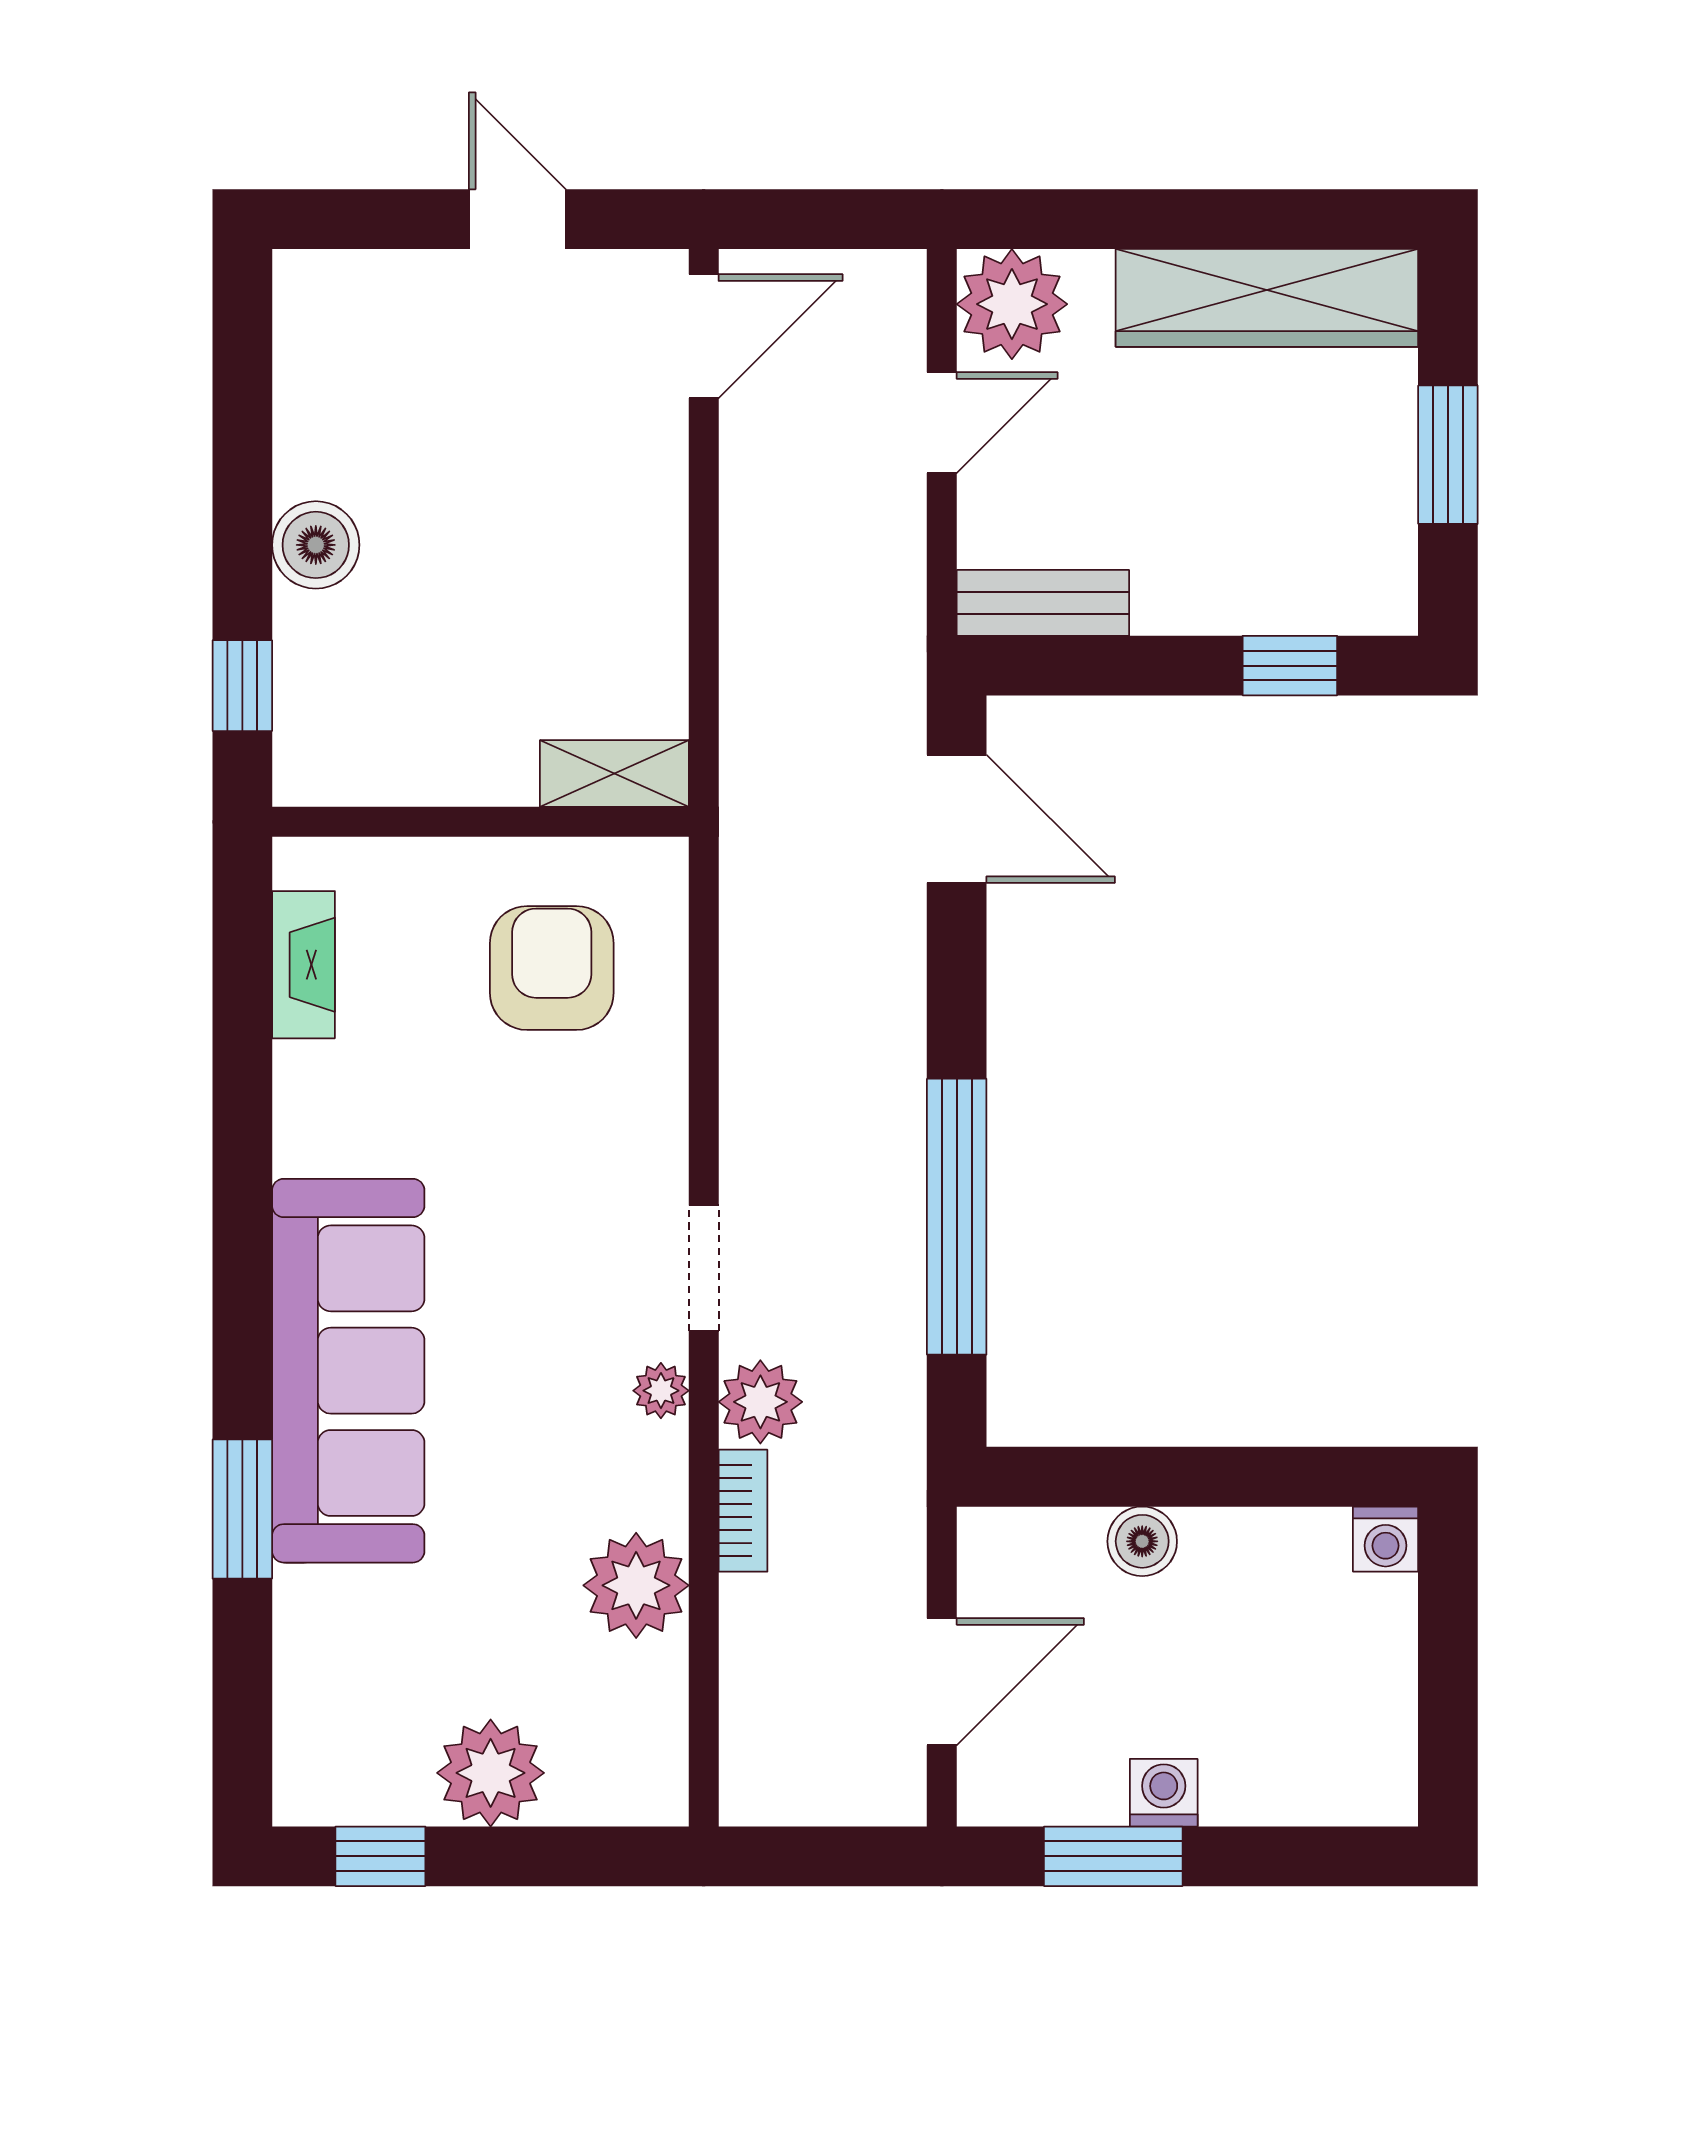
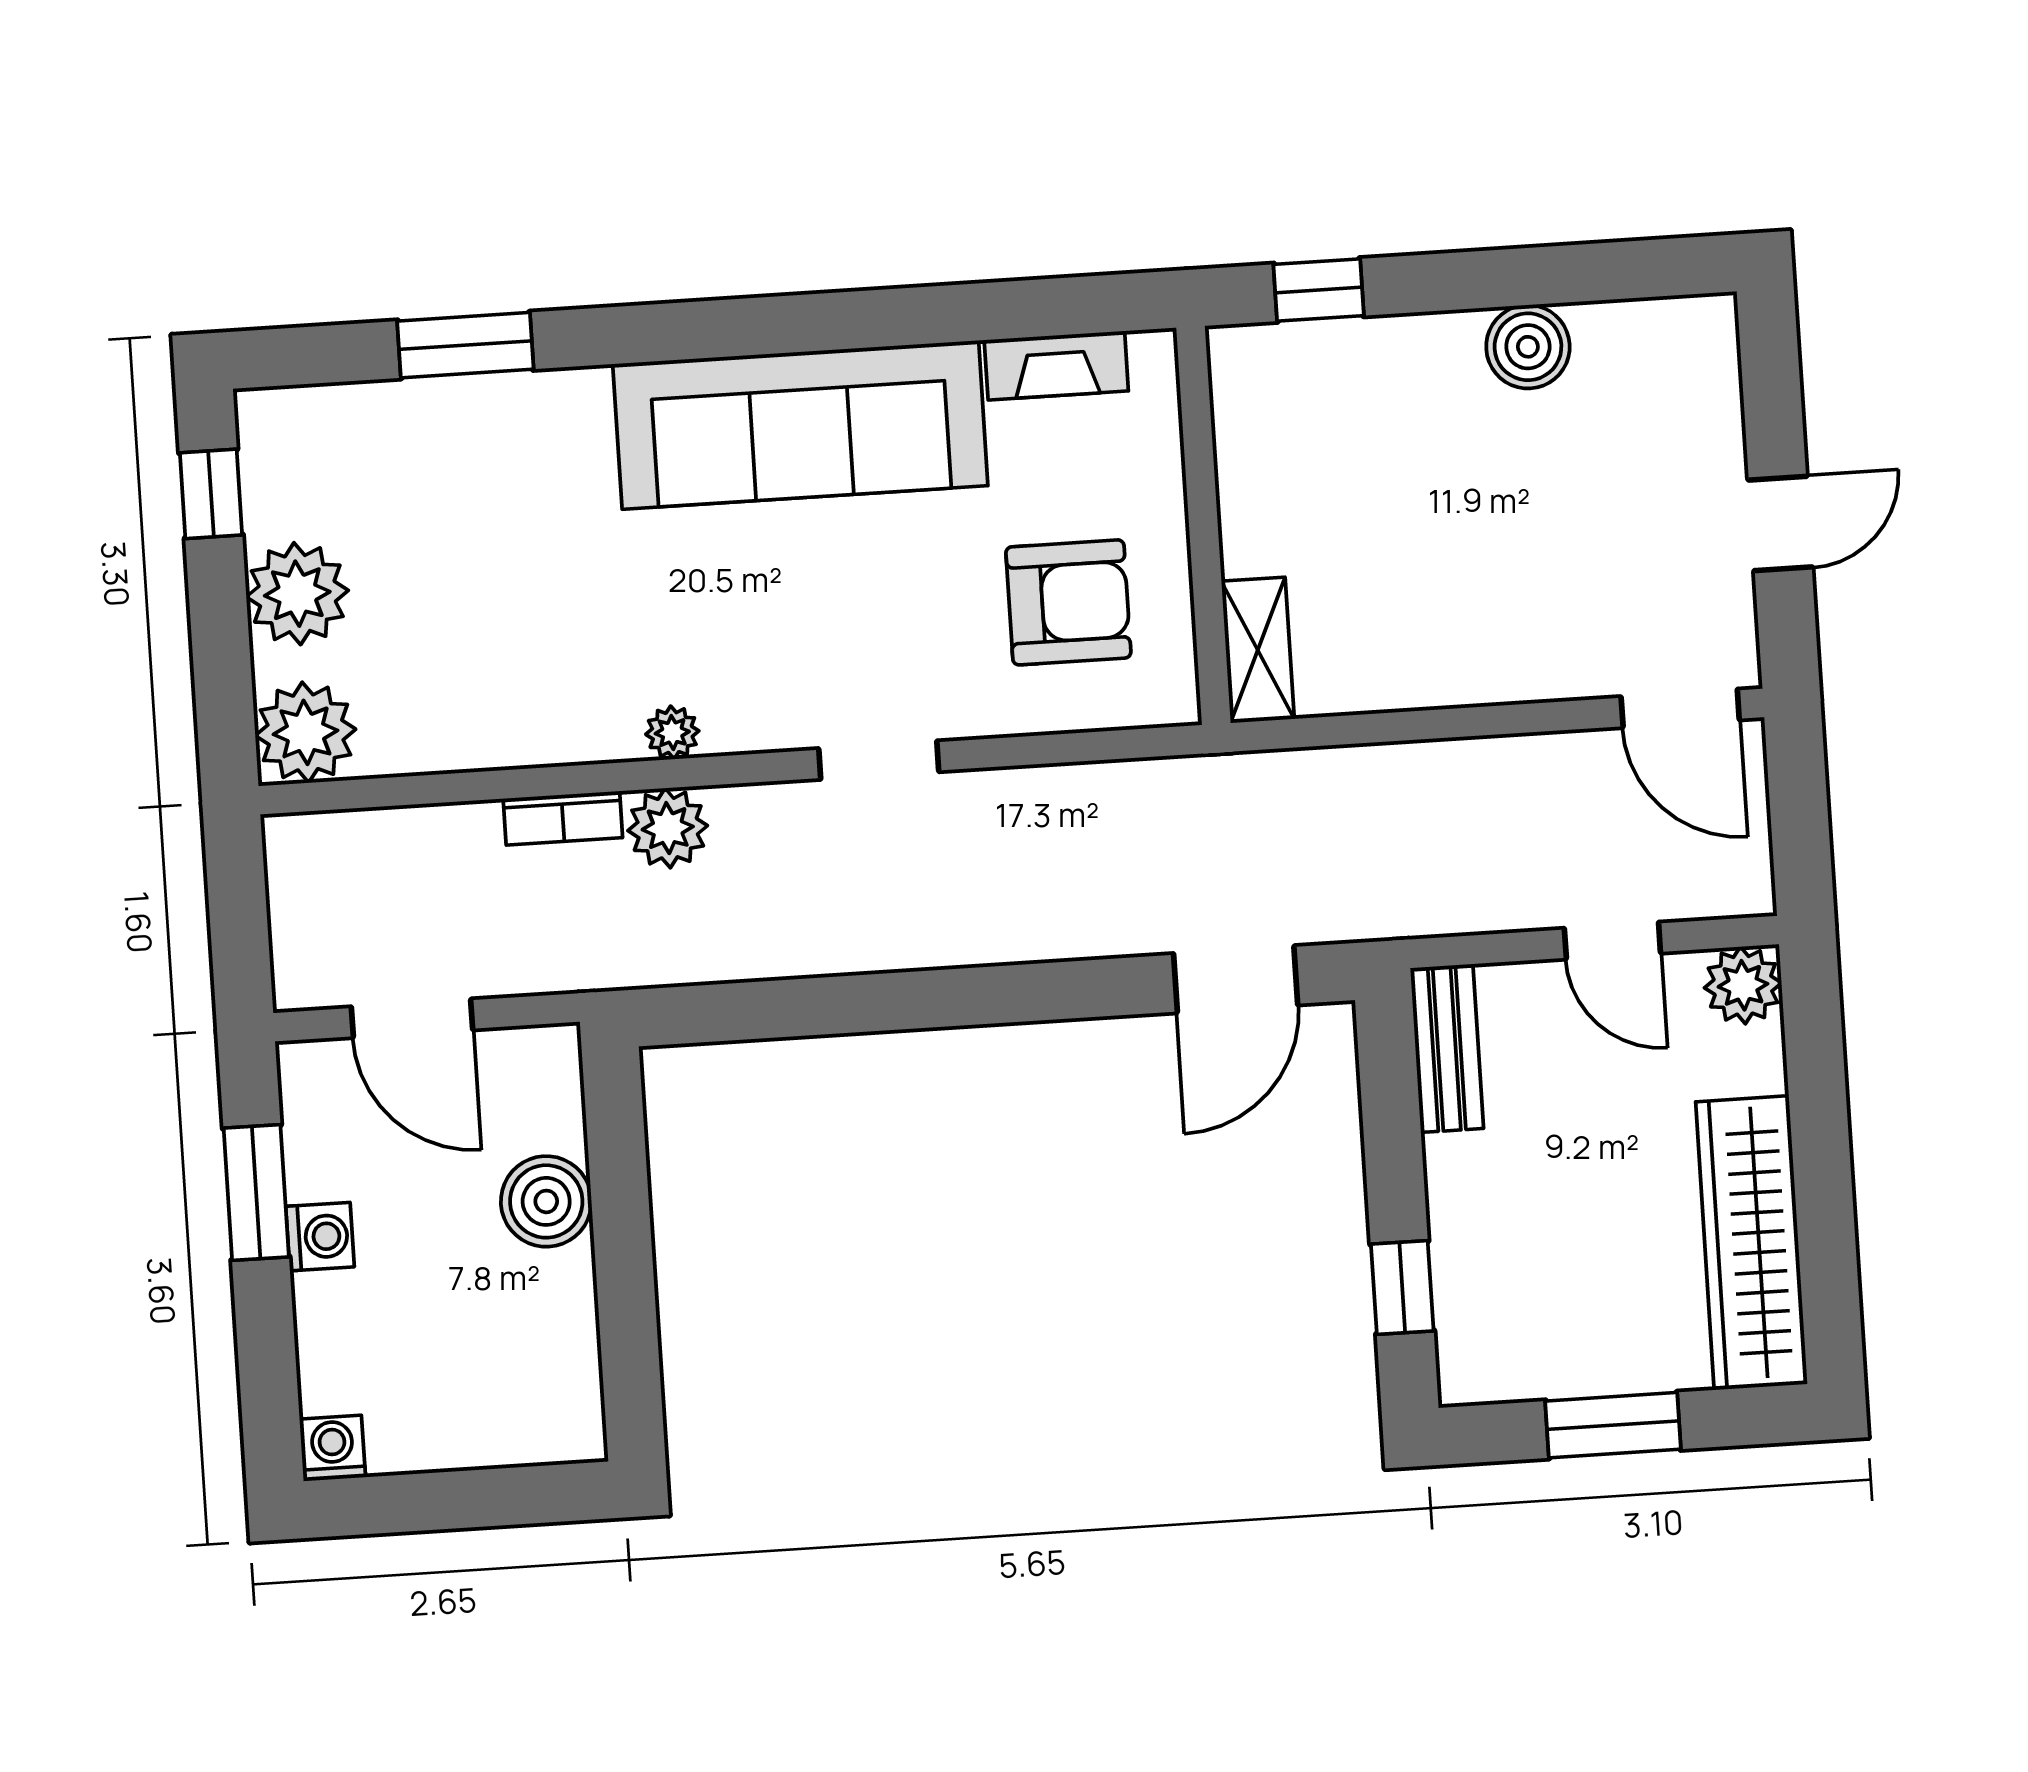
plant: (1012, 304) -> (1743, 985), width x0.73, depth x0.73
boiler: (316, 545) -> (1528, 347), moved
window: (957, 1217) -> (856, 1004), removed
doorway: (704, 1268) -> (879, 760), moved
sofa: (348, 1371) -> (800, 425), moved
window: (242, 1509) -> (465, 345), moved
washing machine: (1386, 1539) -> (332, 1448), moved, turned 90
boiler: (1142, 1541) -> (546, 1201), width x1.36, depth x1.36
plant: (636, 1585) -> (305, 732), moved

